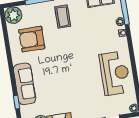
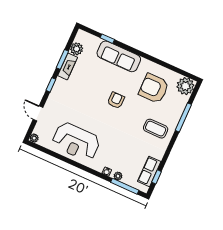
armchair: (32, 39) -> (154, 88), turned -90
armchair: (61, 63) -> (116, 100), added

